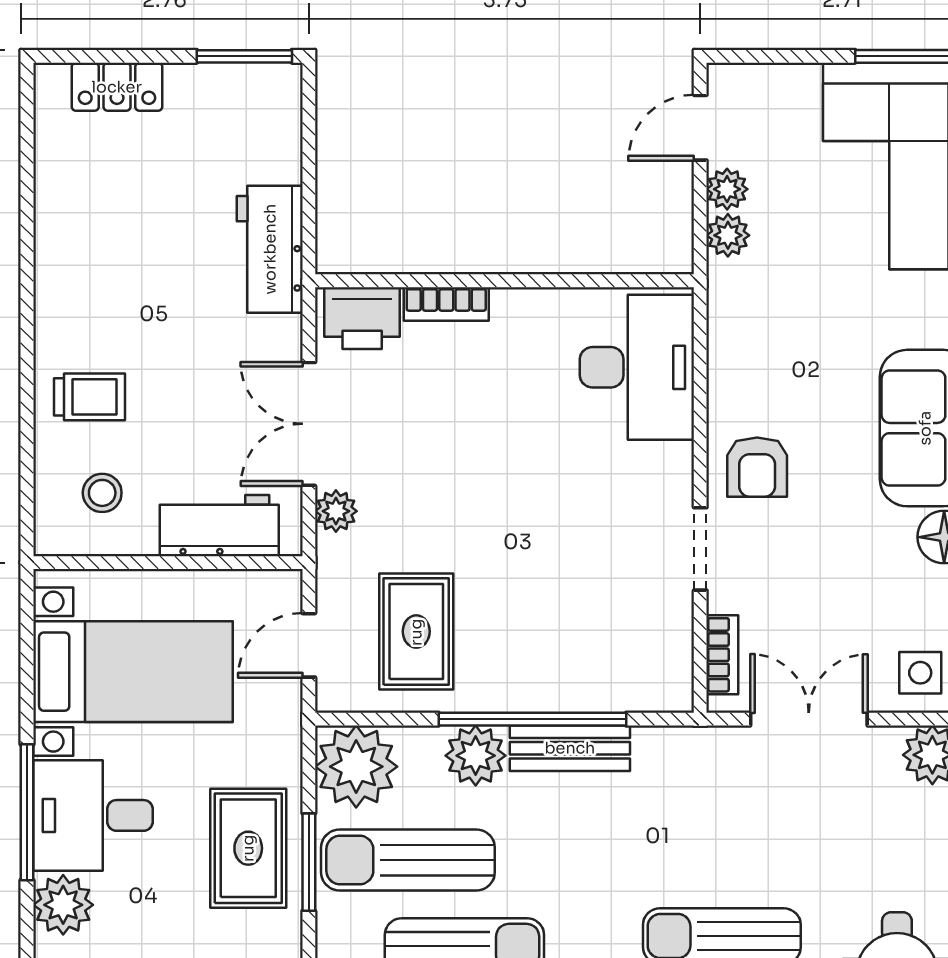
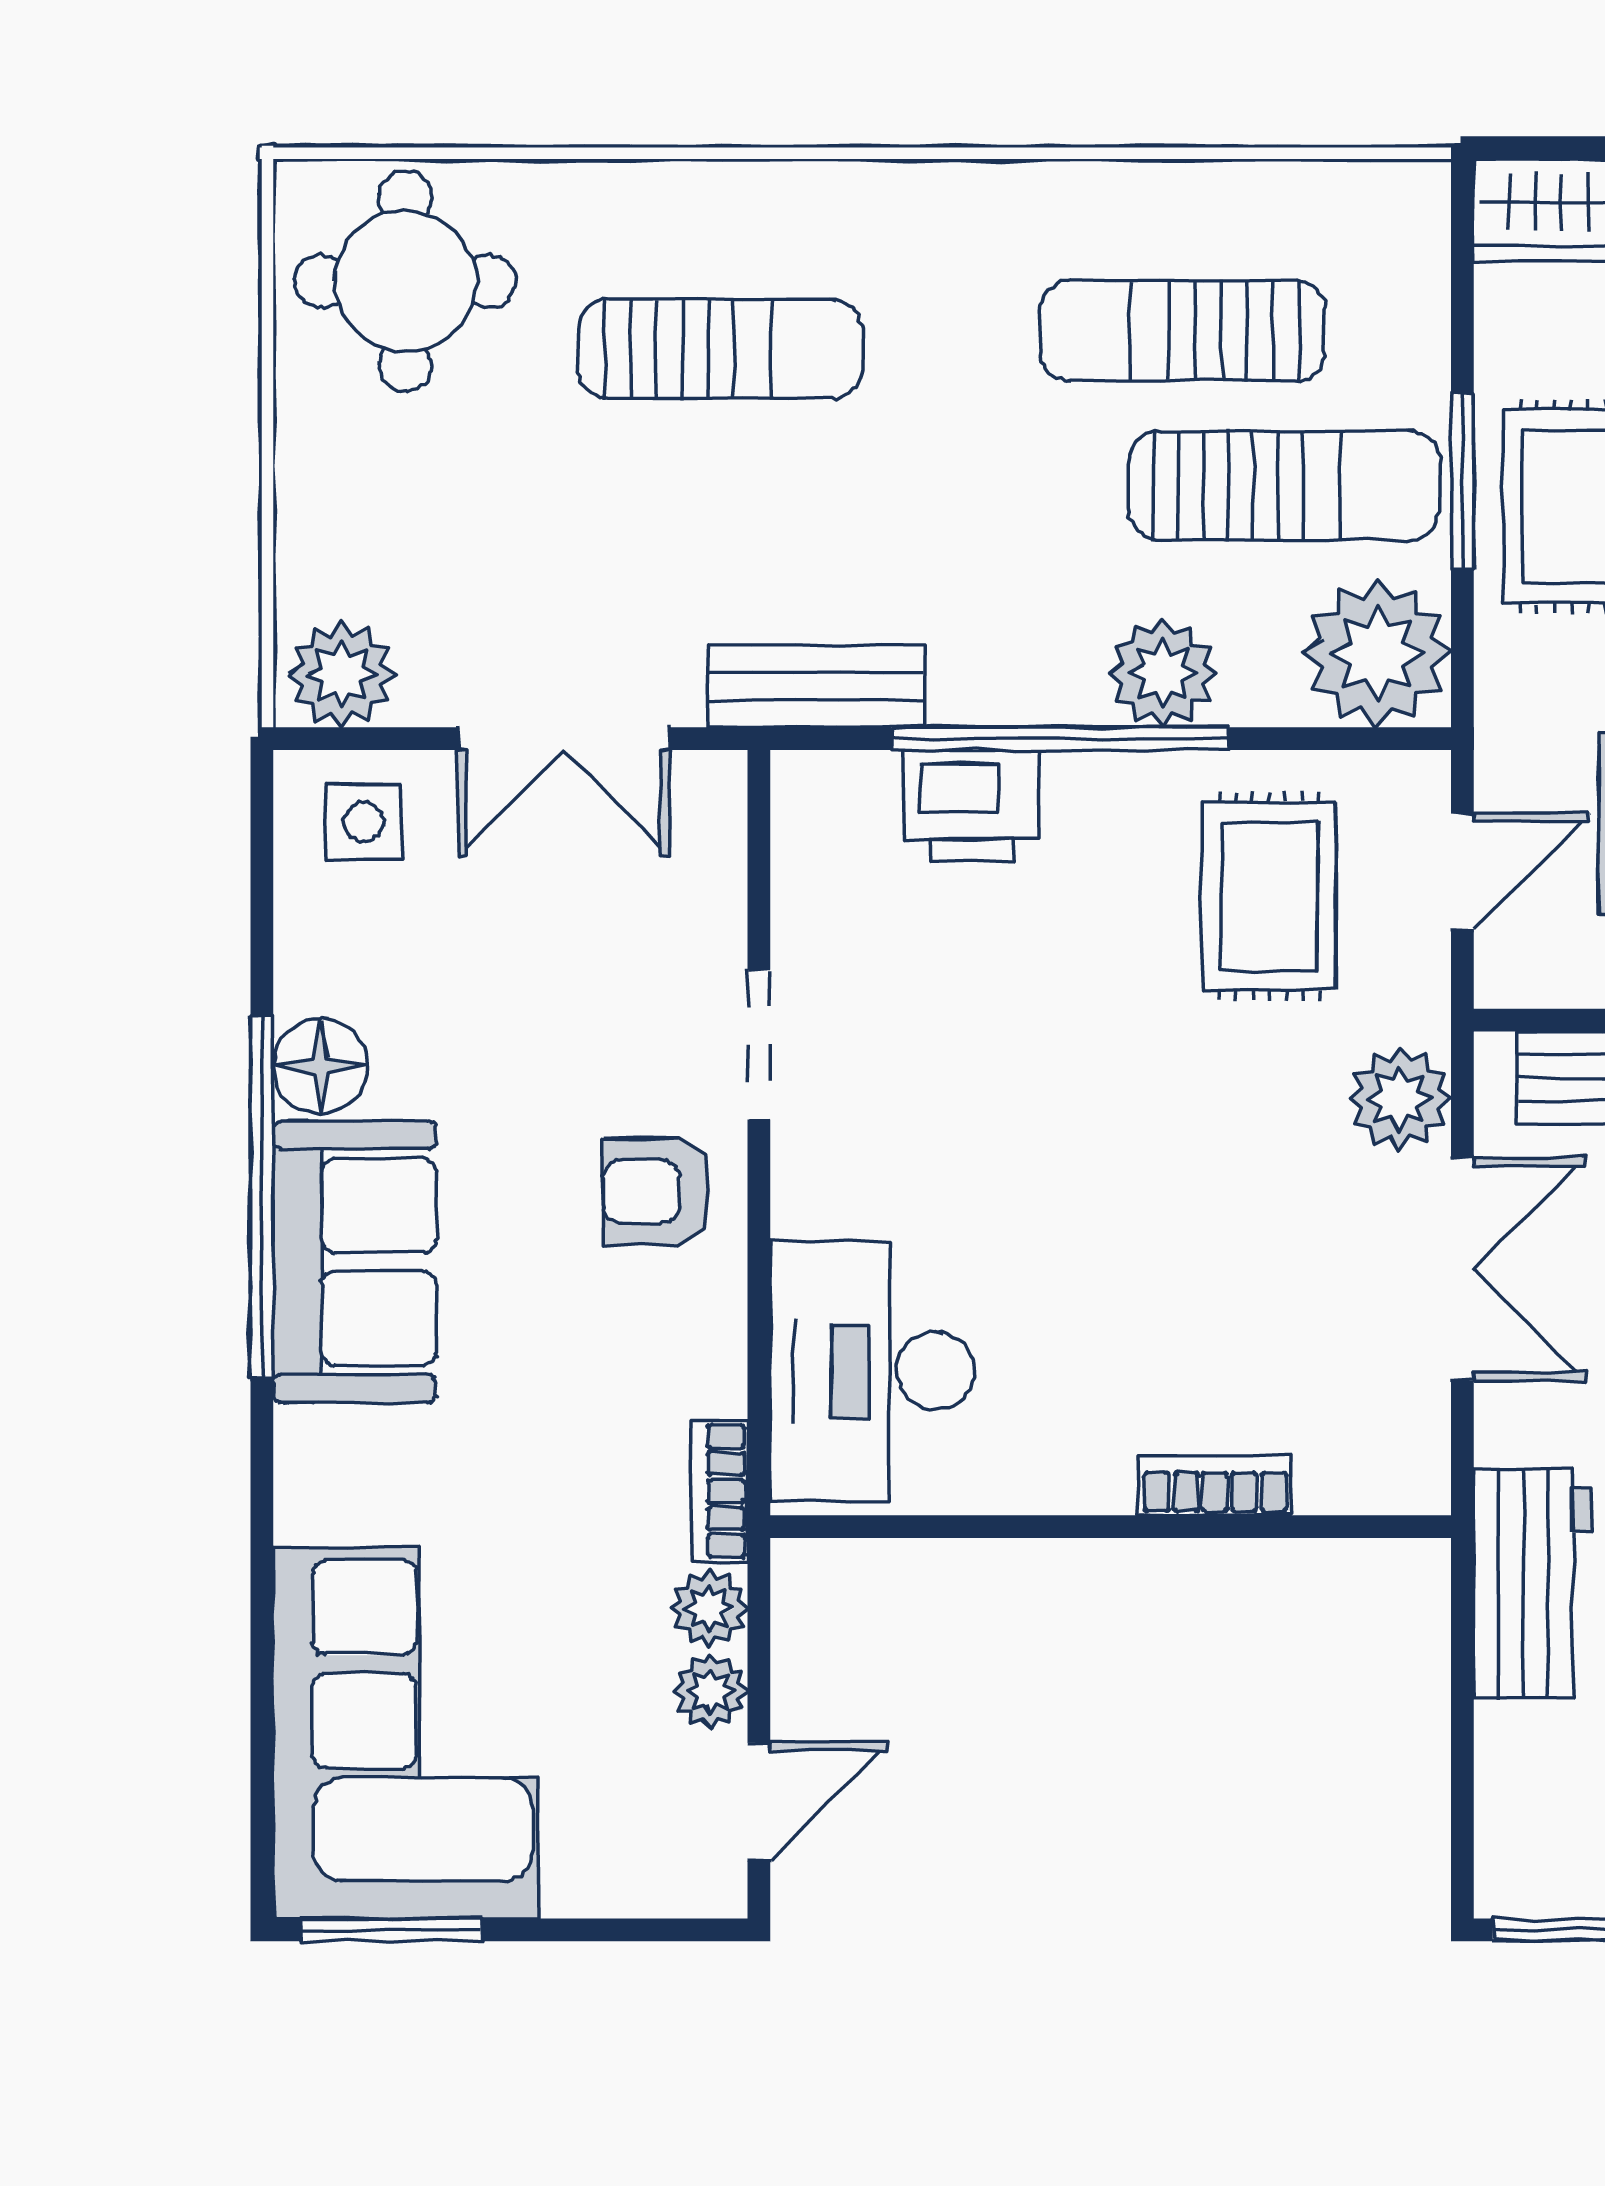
printer: (362, 318) -> (972, 806), moved, turned 180
armchair: (757, 467) -> (657, 1192), turned -90
plant: (336, 511) -> (1400, 1098), width x1.38, depth x1.38
bookcase: (722, 655) -> (719, 1491), moved
bench: (570, 748) -> (817, 686), moved

